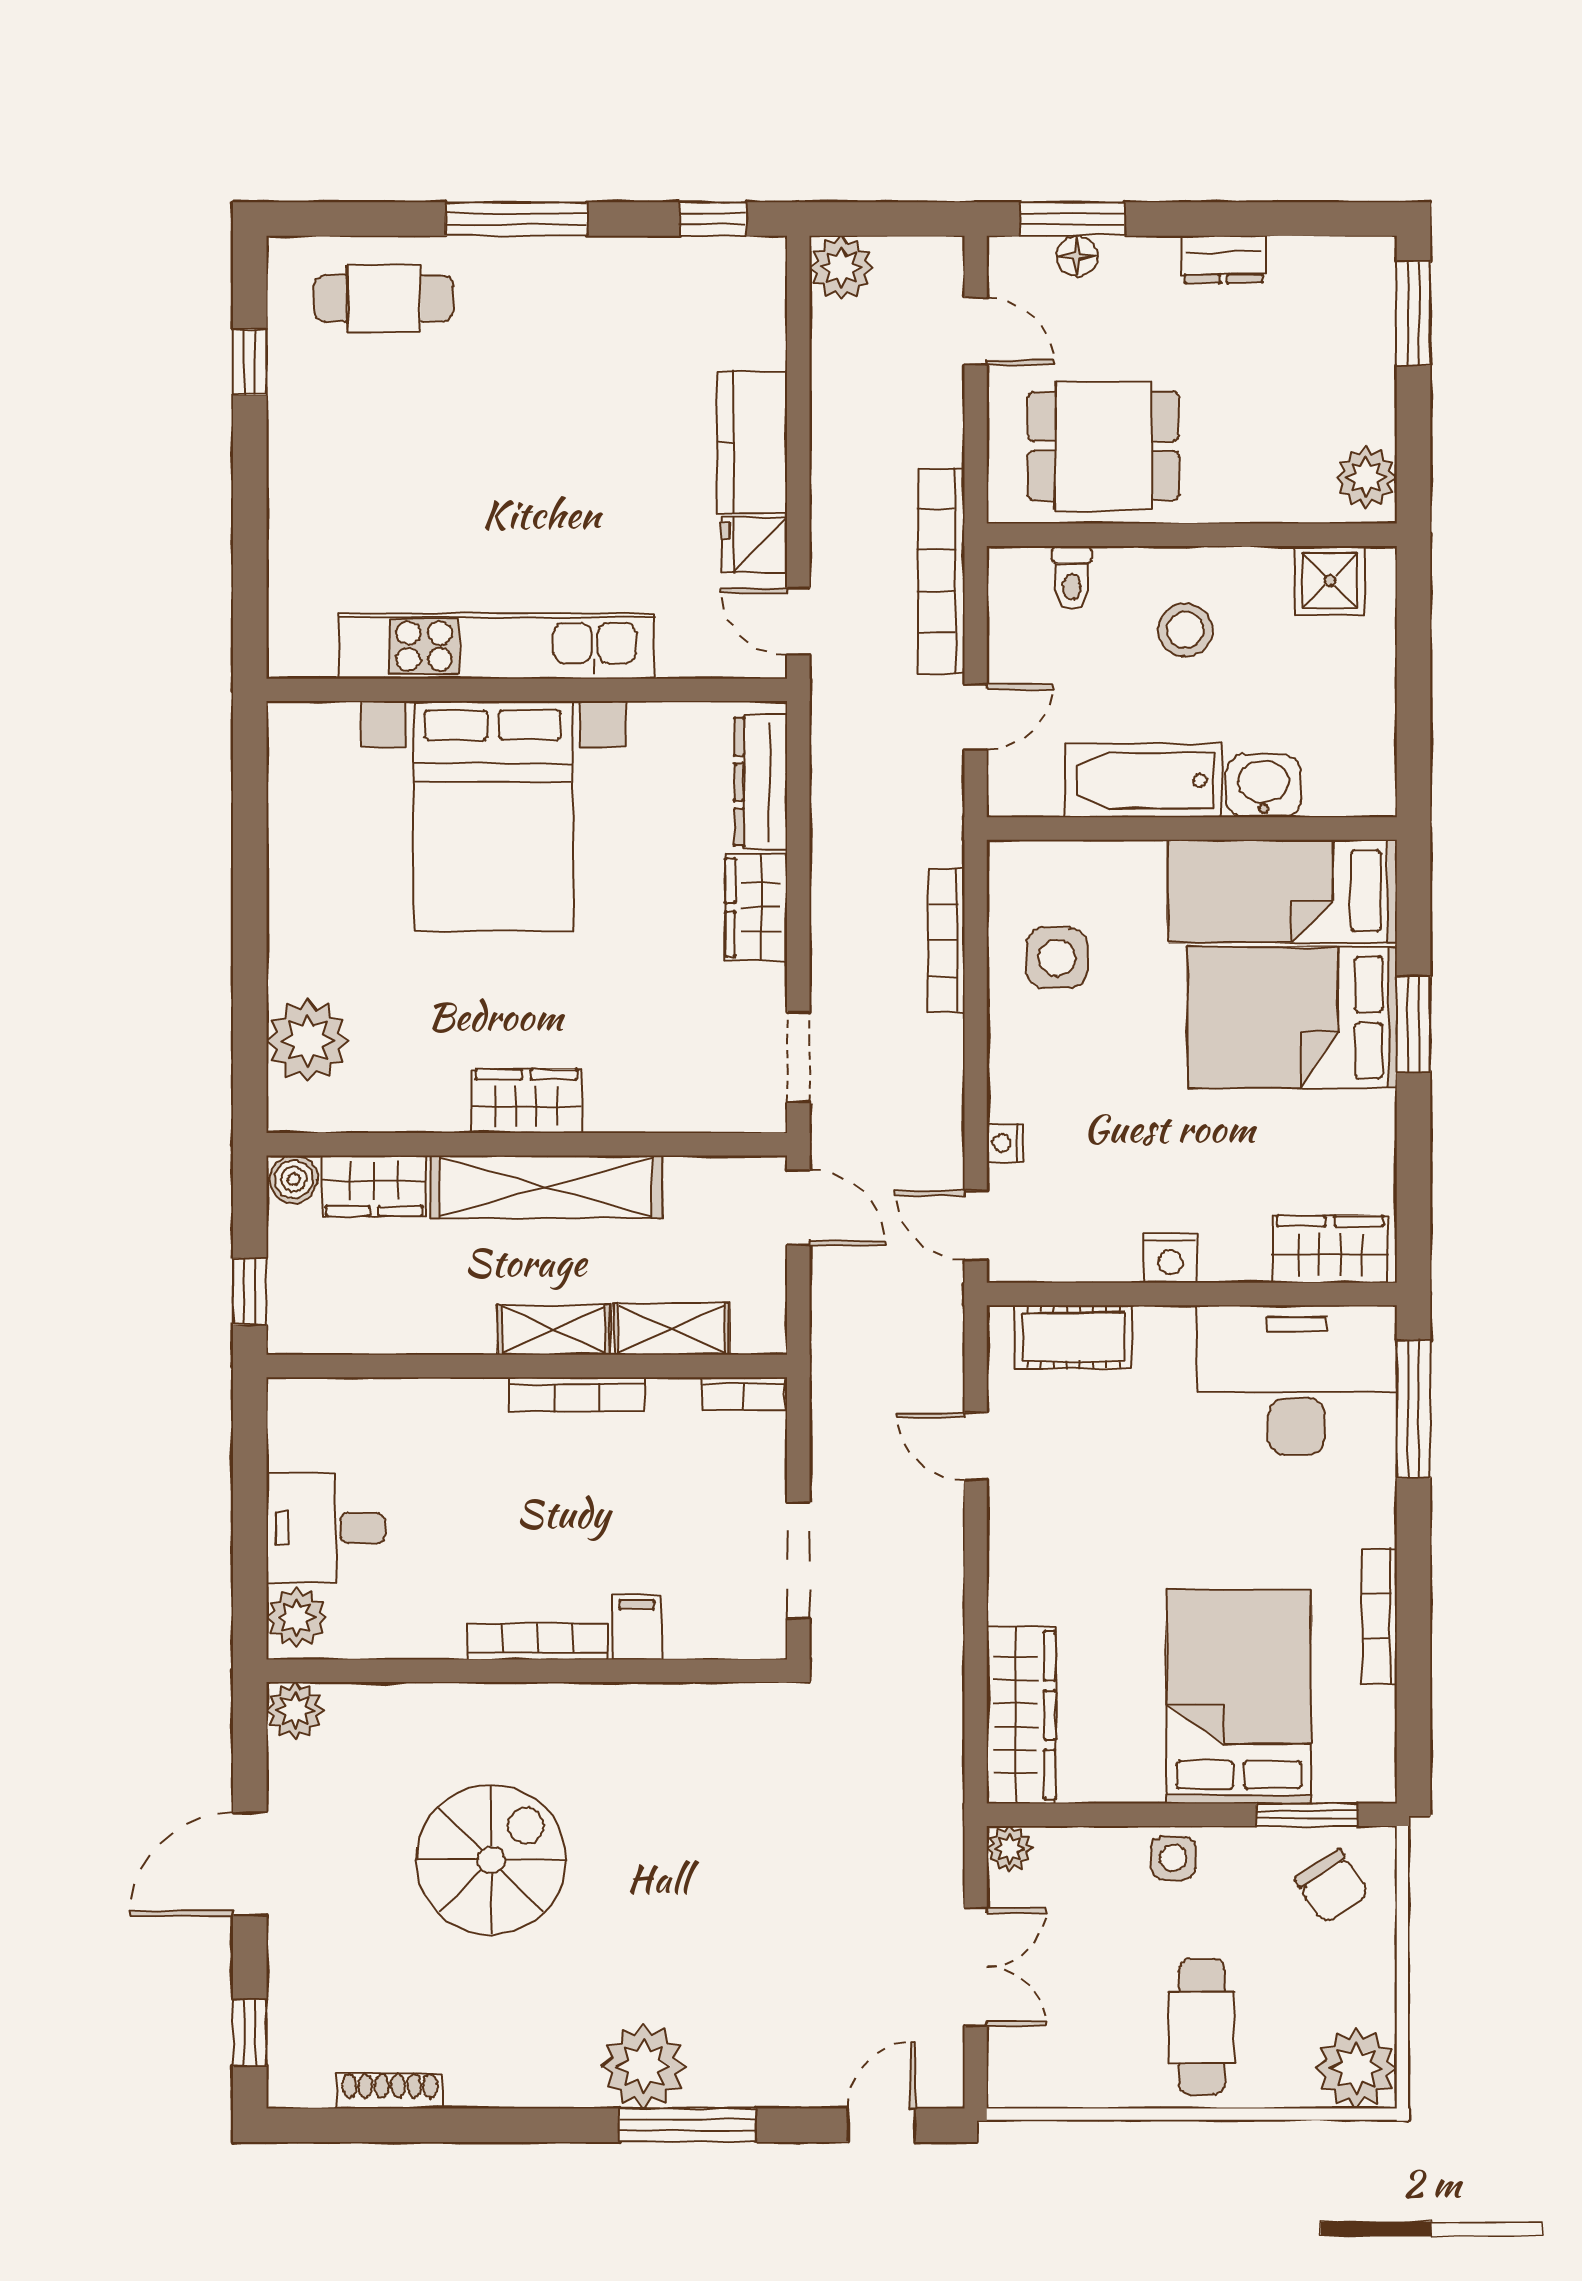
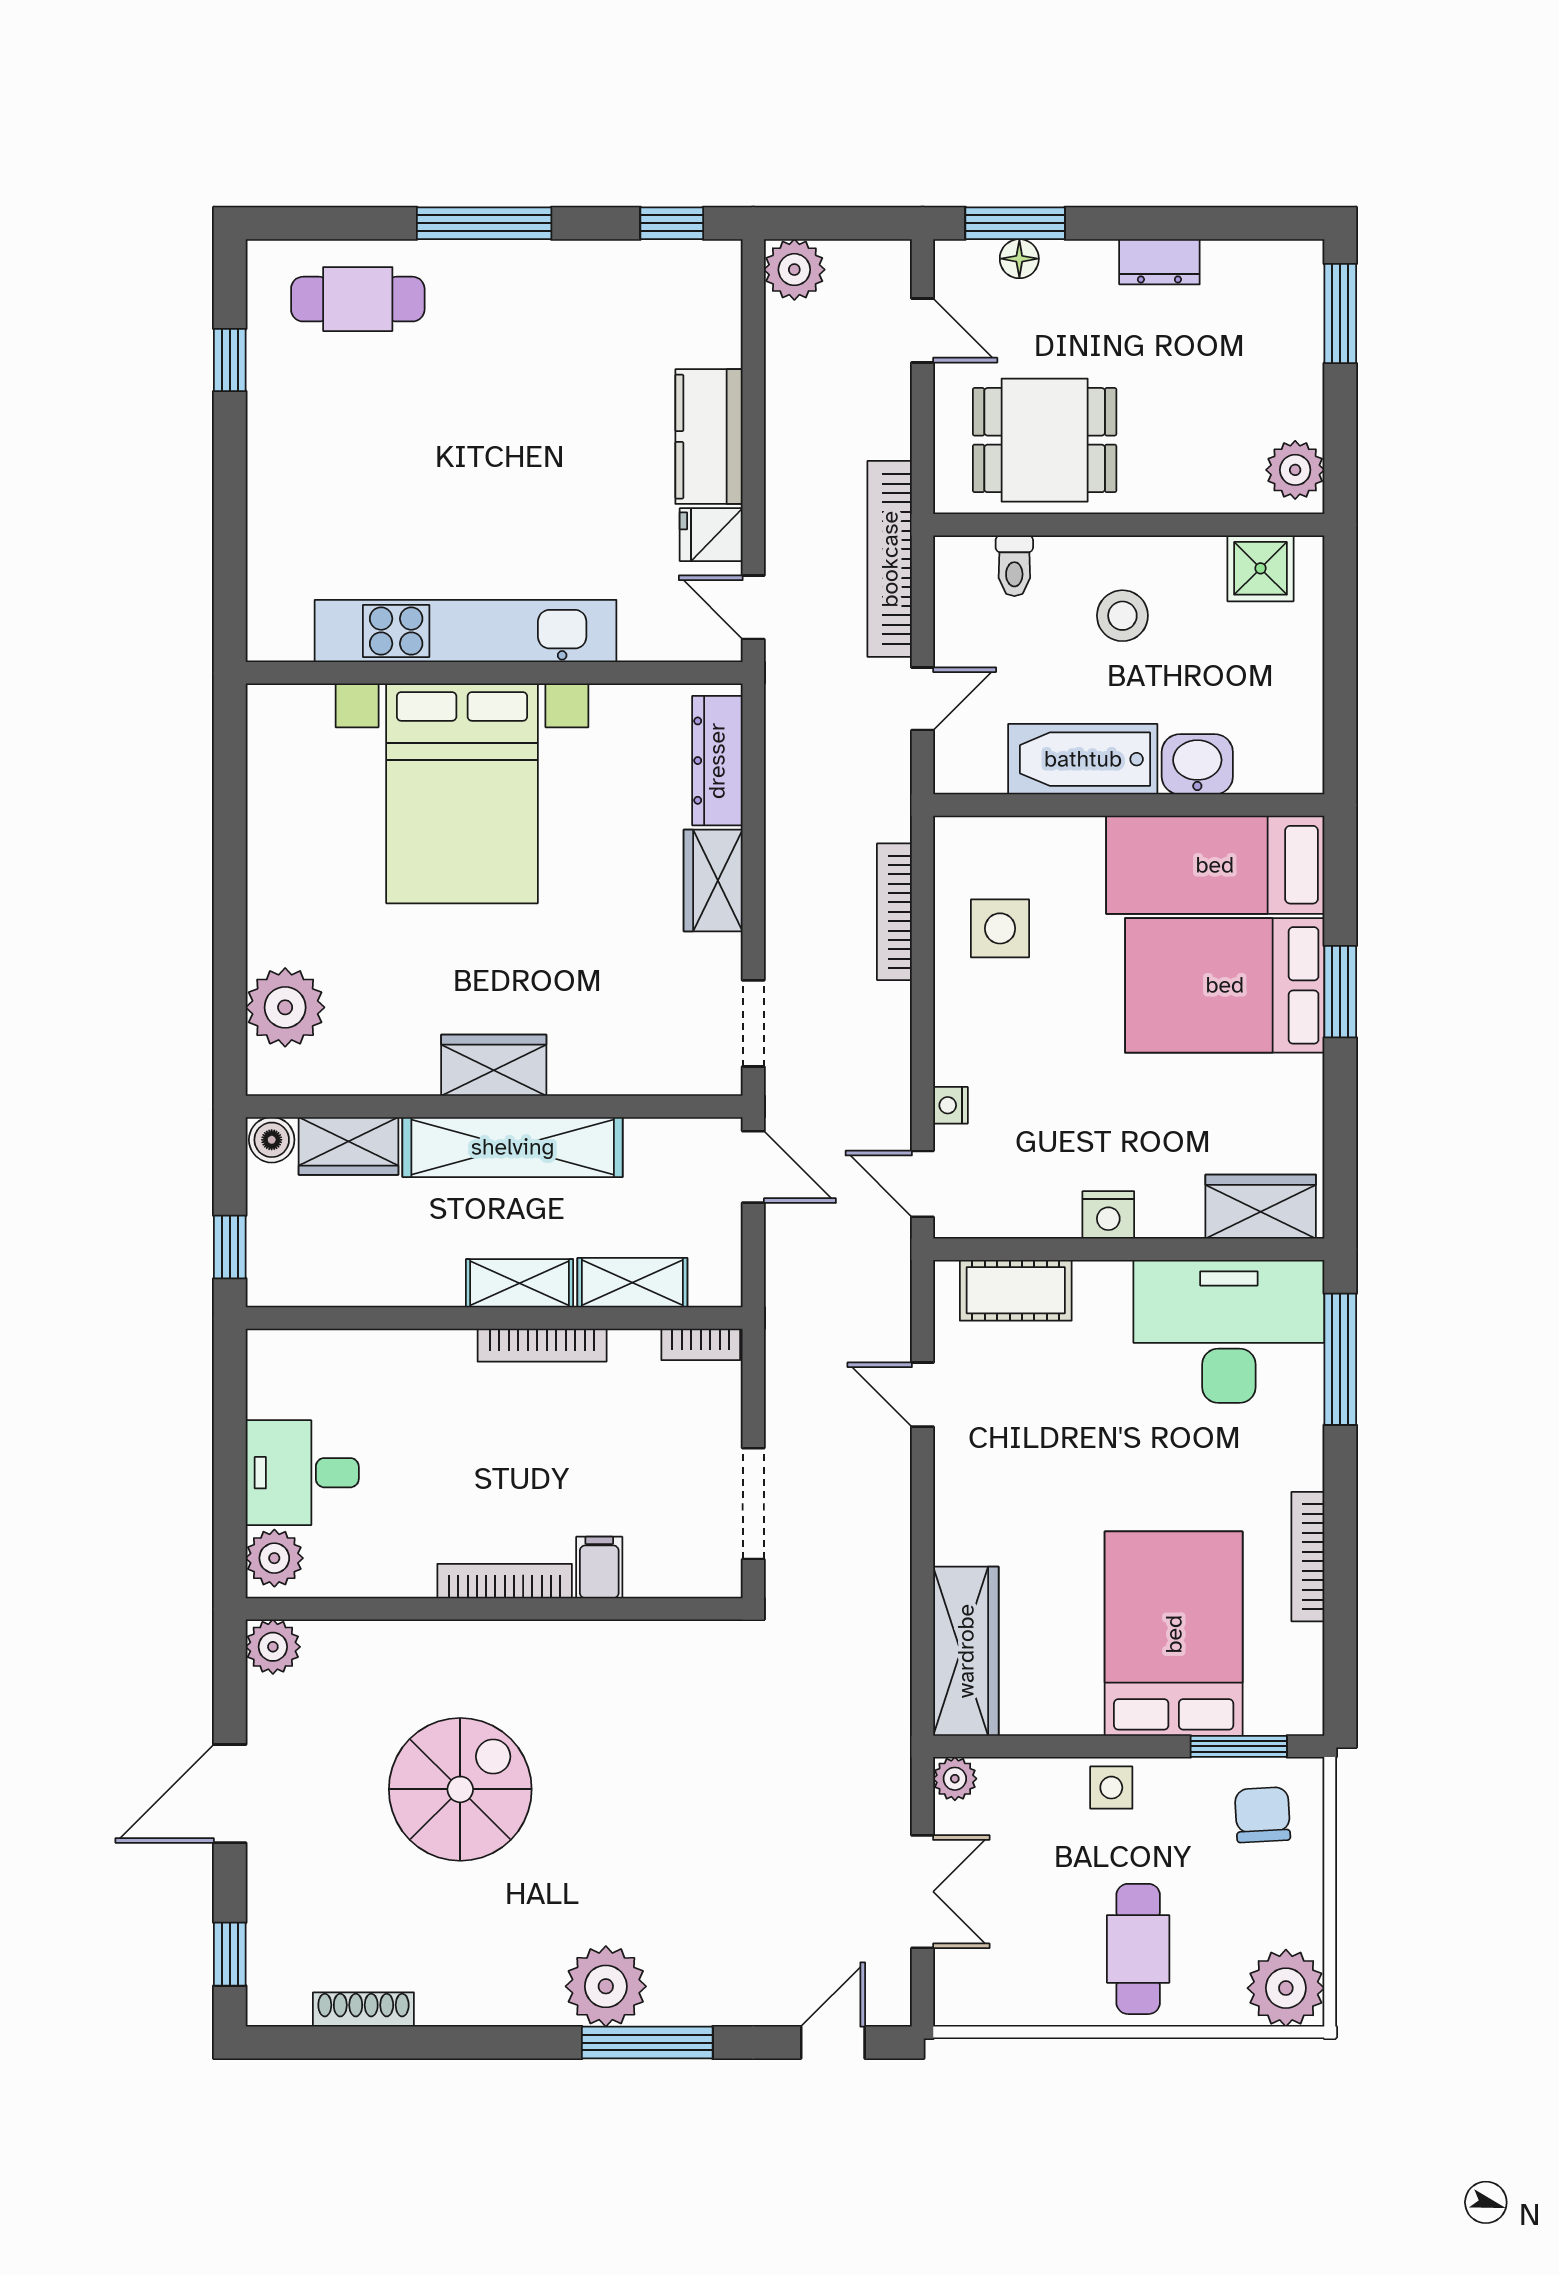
chair: (1332, 1886) -> (1263, 1815), turned -149

